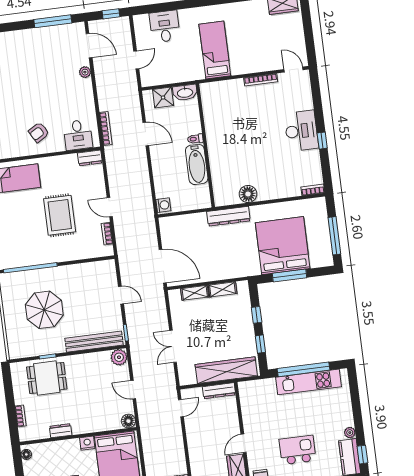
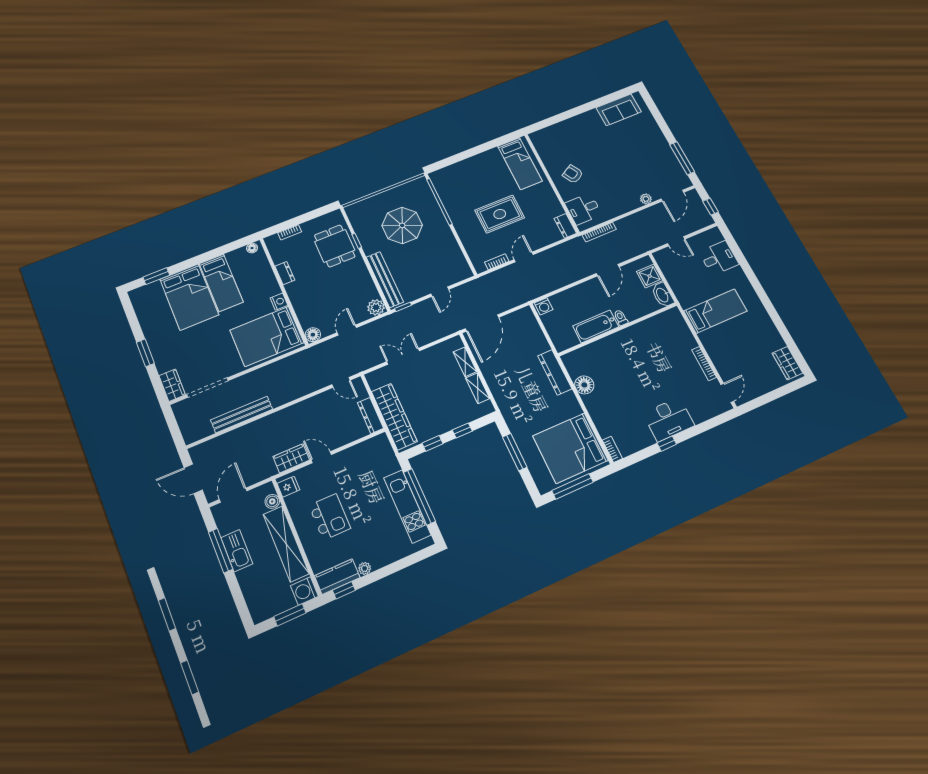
bed: (283, 246) -> (570, 448), moved, turned 180

